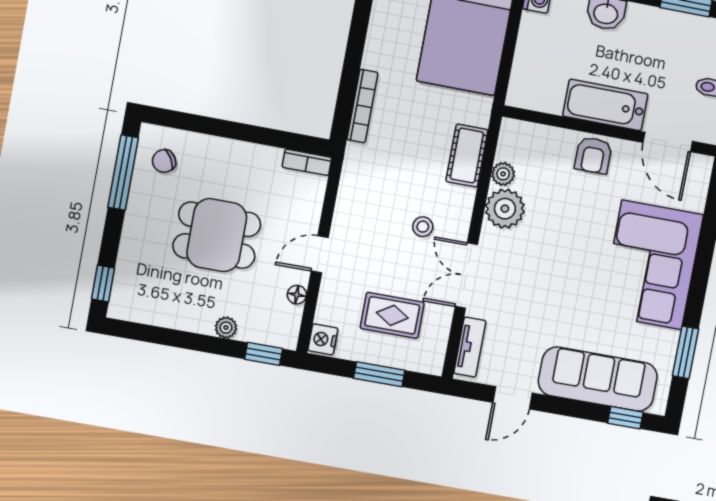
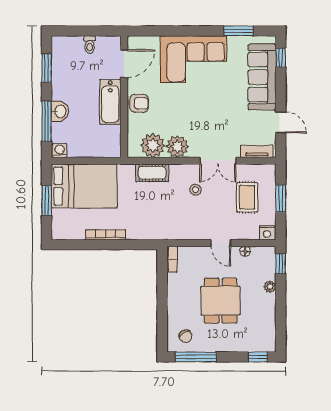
bookcase: (362, 106) -> (106, 235), moved
plant: (503, 174) -> (153, 145), width x1.87, depth x1.87

